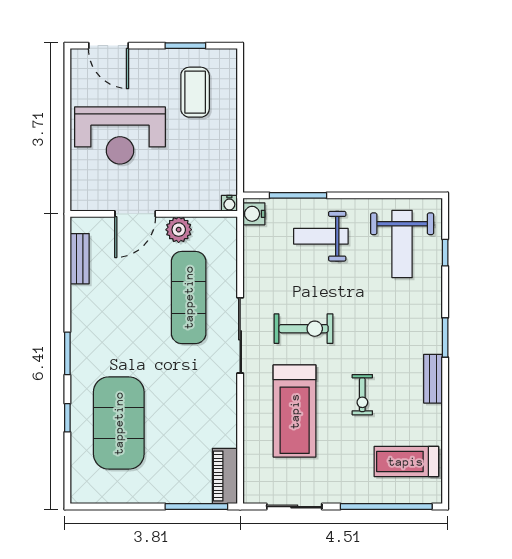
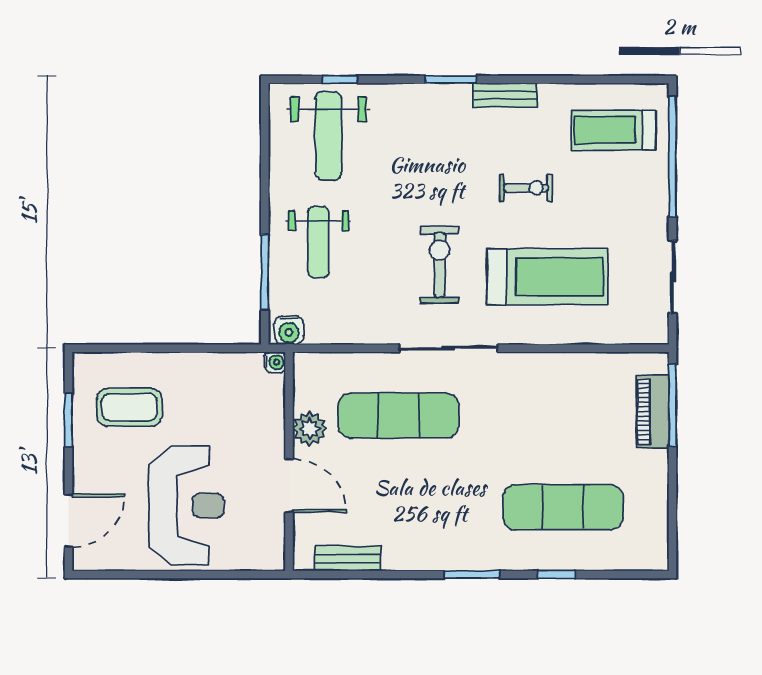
weight bench: (402, 244) -> (328, 136), turned 90
exercise mat: (119, 423) -> (563, 507), width x0.68
treadmill: (406, 462) -> (614, 130), turned 90
piano: (225, 476) -> (653, 412), moved, turned 90

